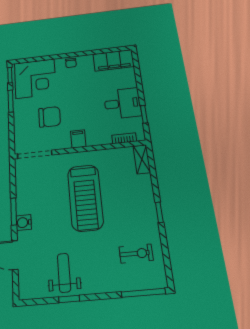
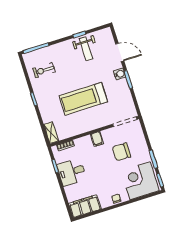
treadmill: (85, 198) -> (83, 99), turned -90

